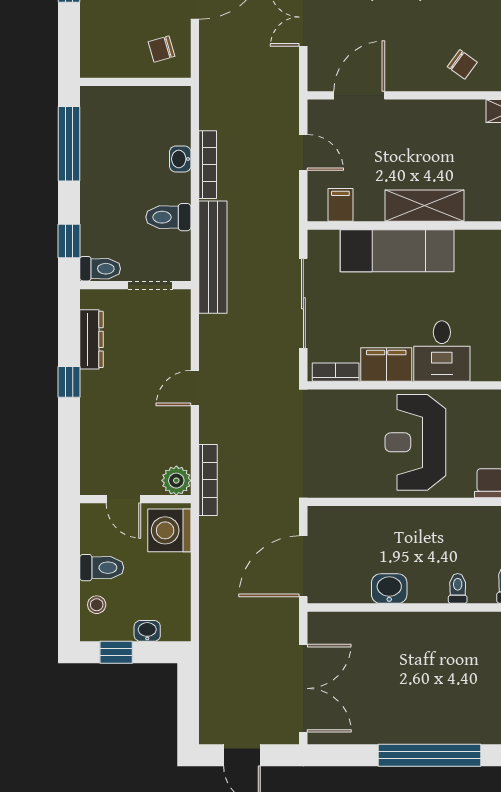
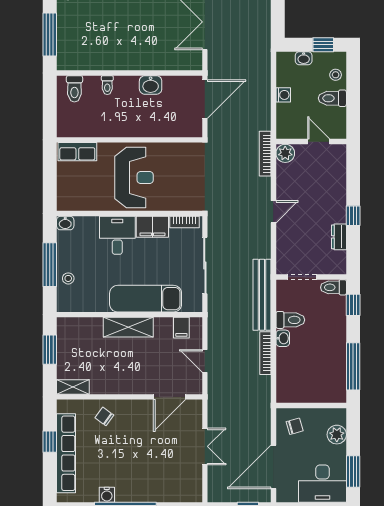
plant: (95, 36) -> (337, 435), added
washbasin: (180, 159) -> (283, 338), moved
dresser: (91, 339) -> (339, 237), width x0.70
washing machine: (169, 530) -> (283, 95), moved, width x0.53, depth x0.53

